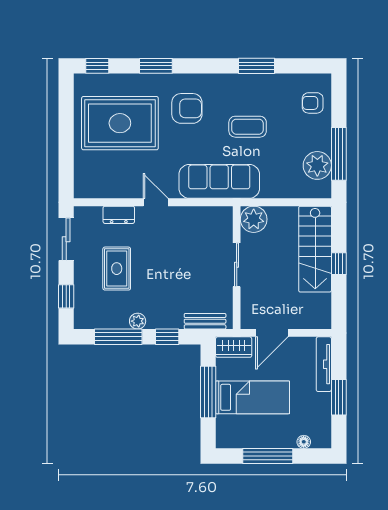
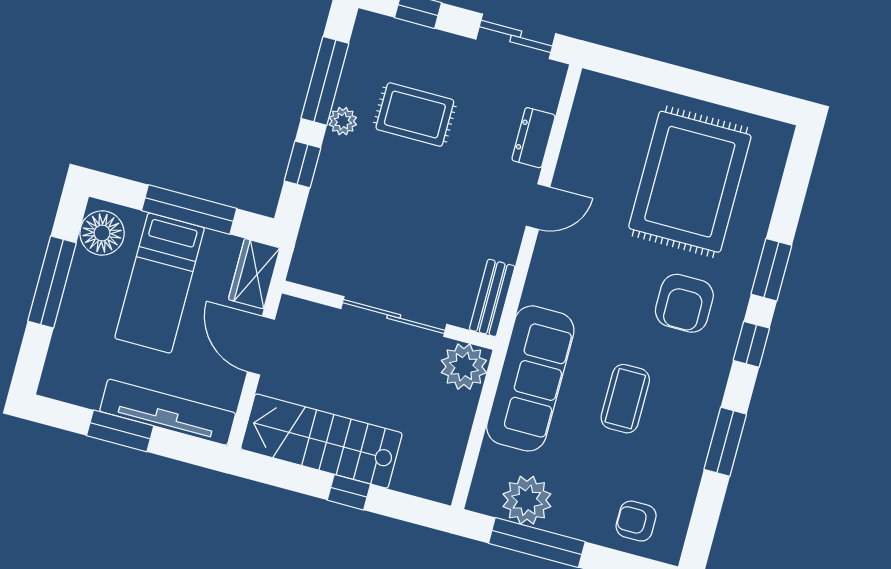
window: (97, 66) -> (751, 344), moved
armchair: (313, 103) -> (636, 521), turned -90
sofa: (219, 181) -> (530, 378), moved
stairs: (315, 249) -> (321, 441), moved
sliding door: (237, 265) -> (394, 316), width x1.37
rug: (117, 269) -> (415, 115), moved
bench: (205, 321) -> (492, 298), moved
tv unit: (324, 364) -> (168, 412), width x1.36, depth x1.29
floor lamp: (304, 442) -> (102, 233), moved, width x1.89, depth x1.89

